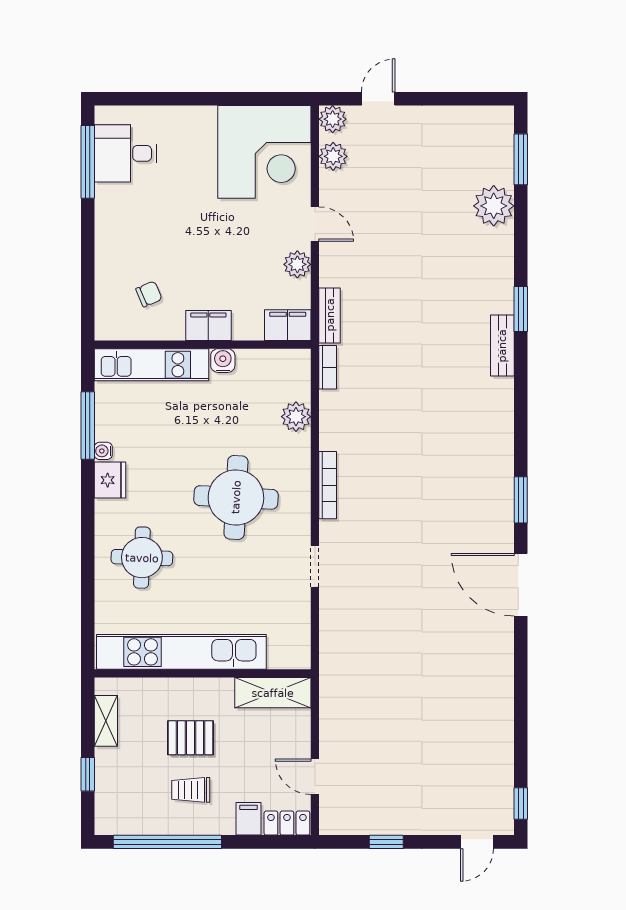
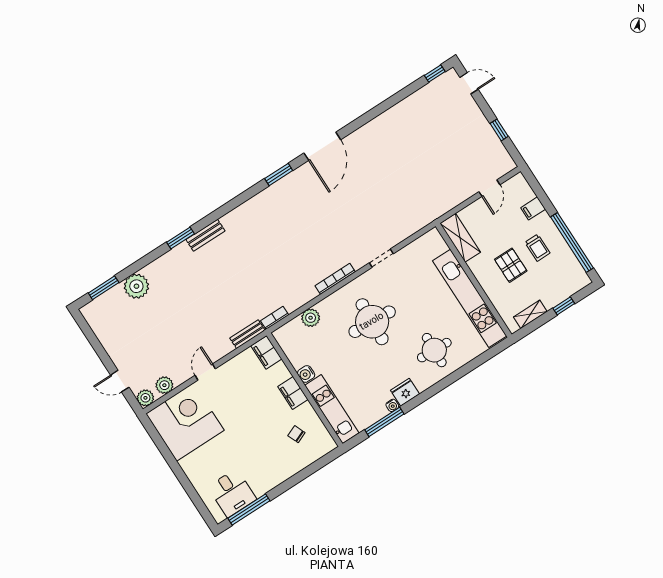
plant: (297, 264) -> (232, 368), removed
locker: (287, 823) -> (522, 187), removed

